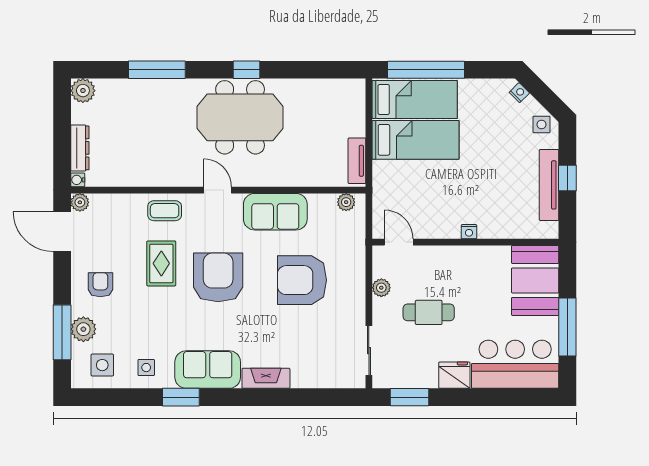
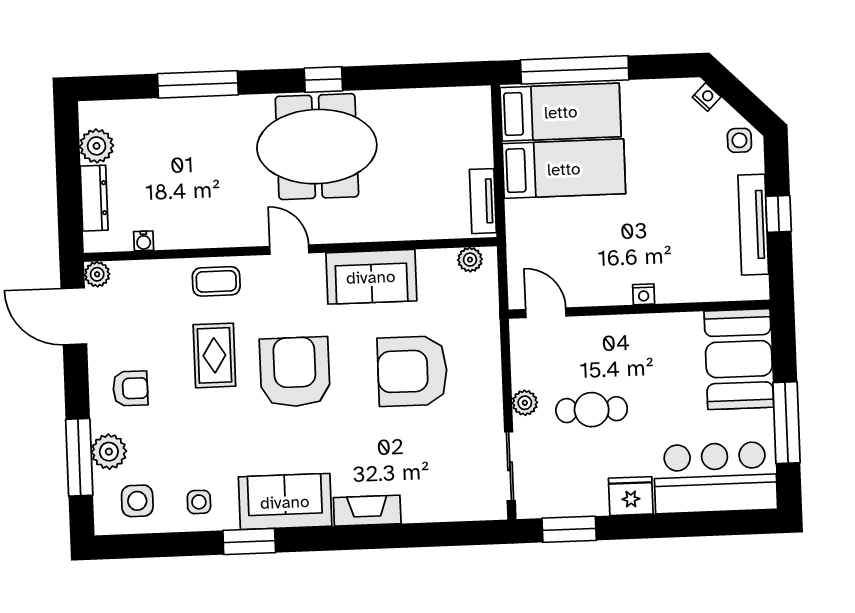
plant: (83, 91) -> (97, 146), moved
water cooler: (78, 180) -> (144, 241), moved, turned -90
armchair: (100, 285) -> (130, 388), turned 90
plant: (381, 288) -> (525, 403), moved

